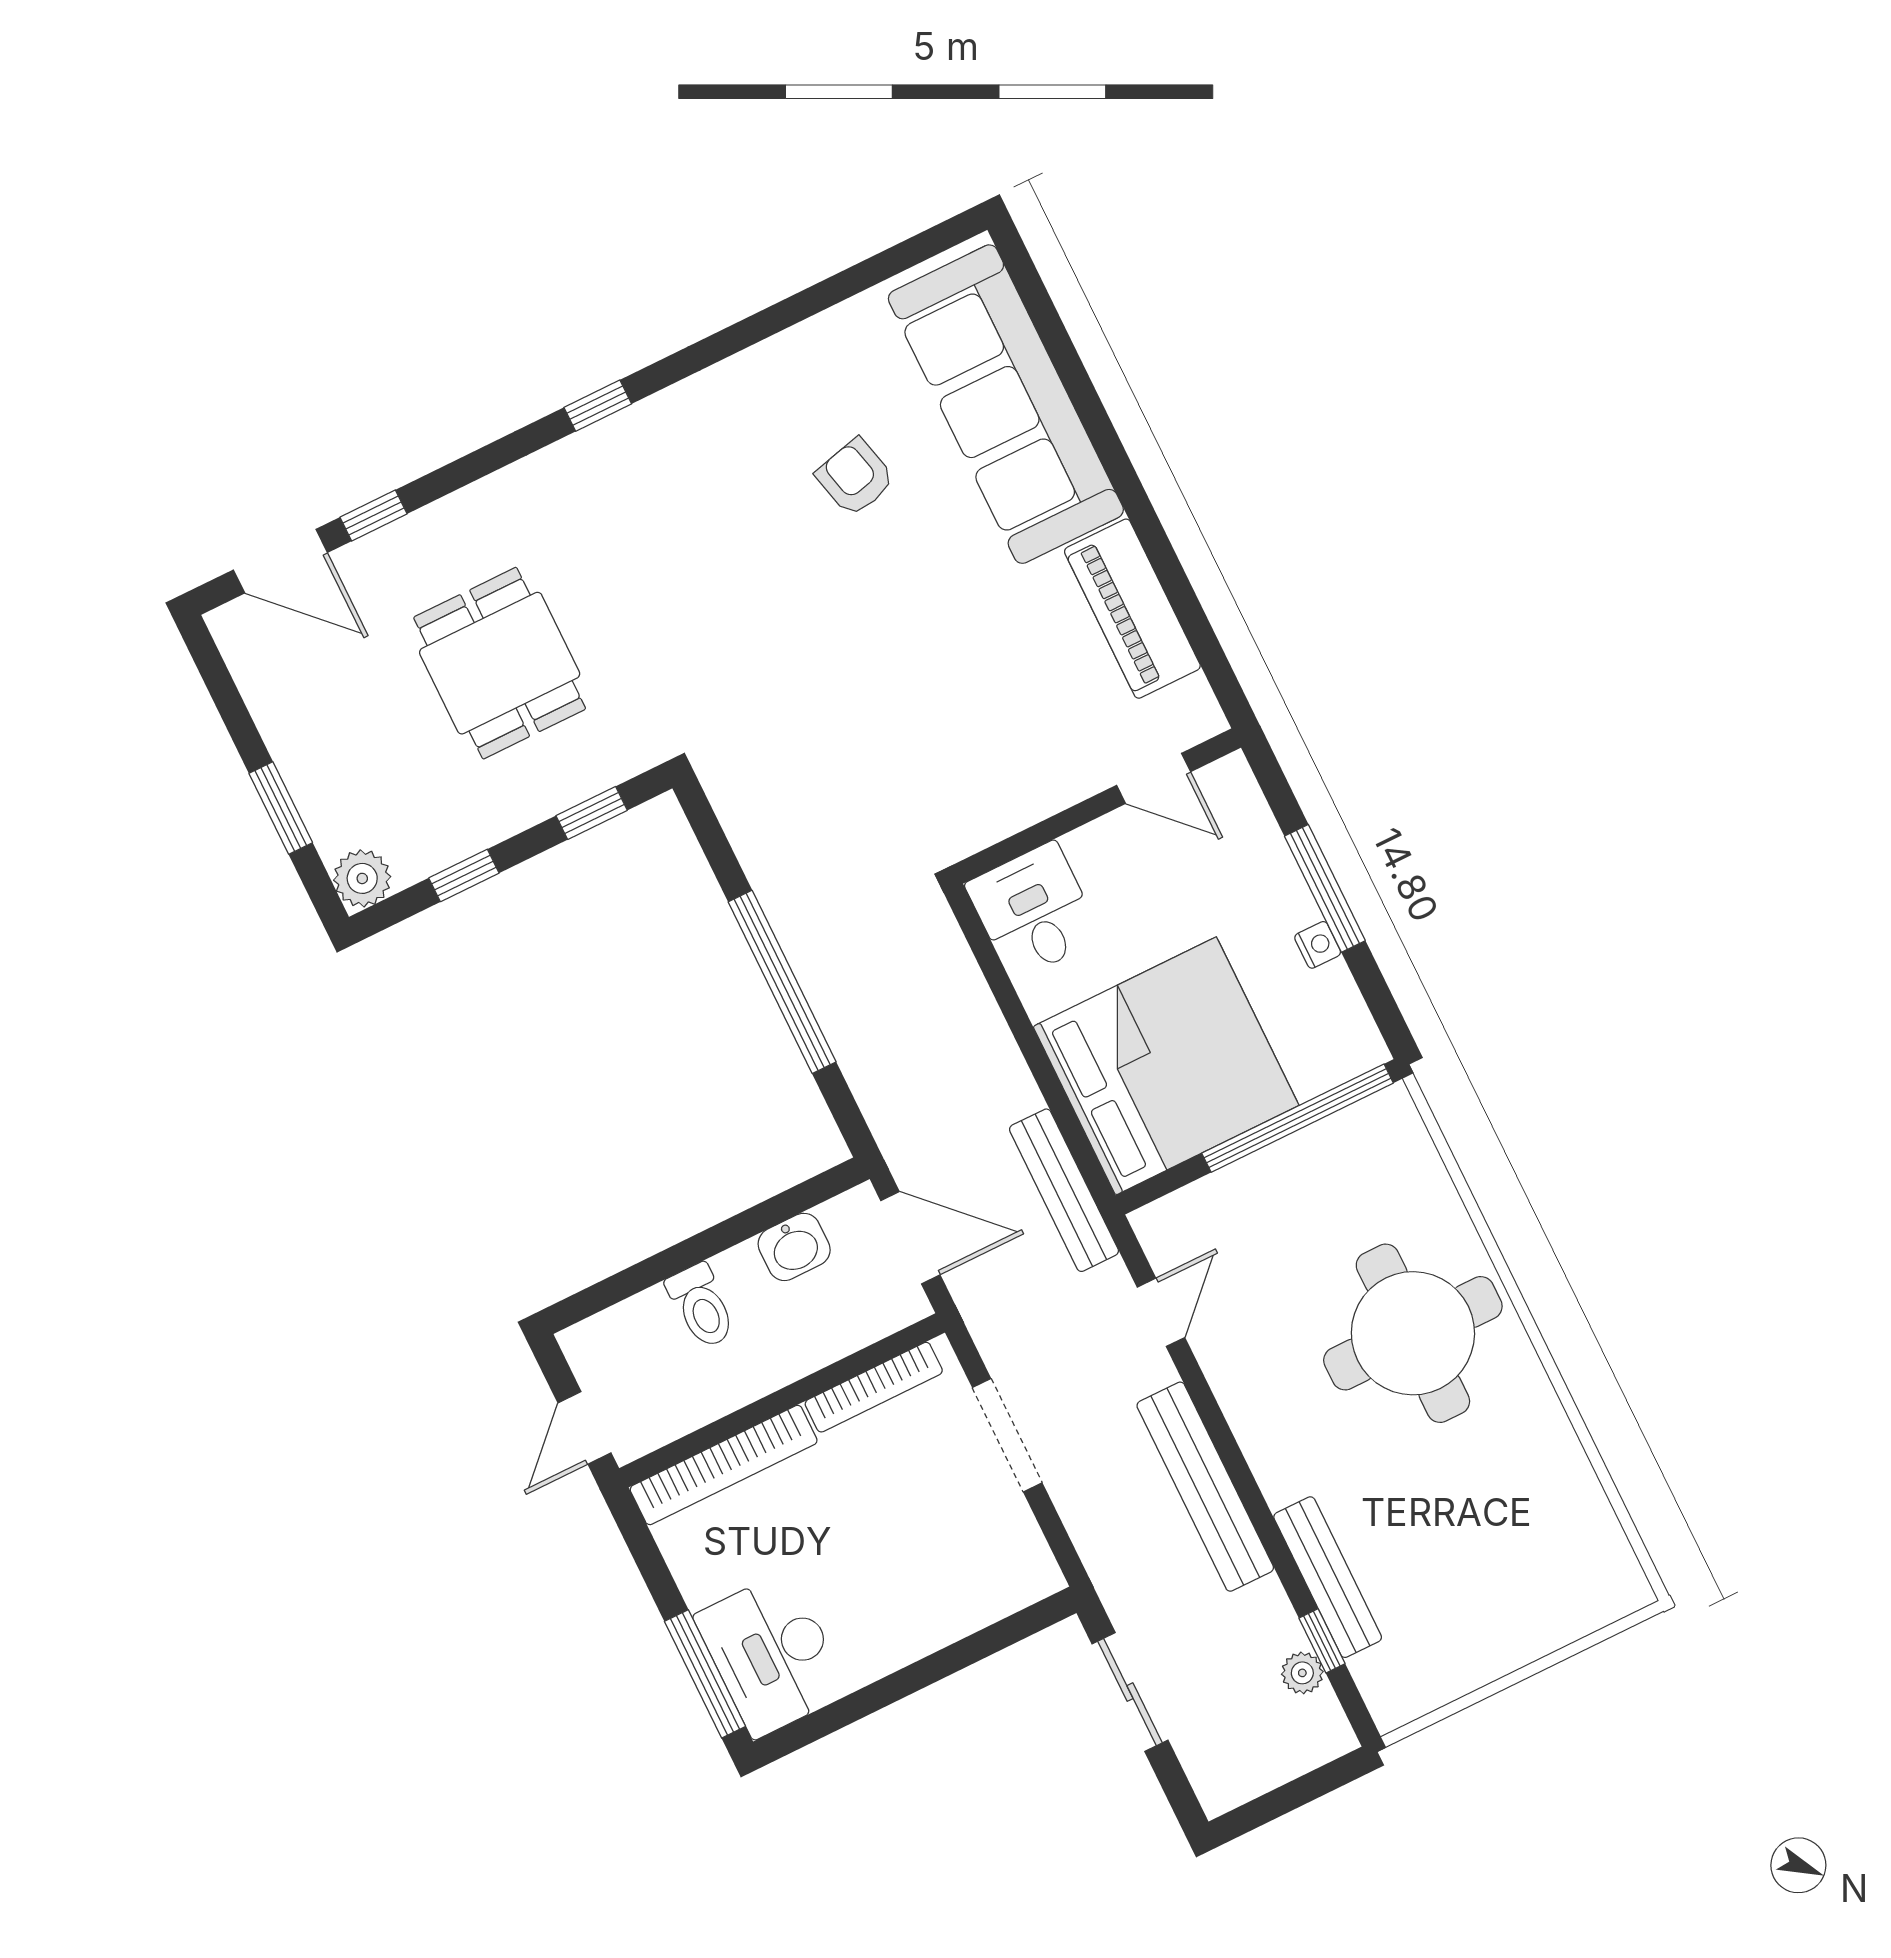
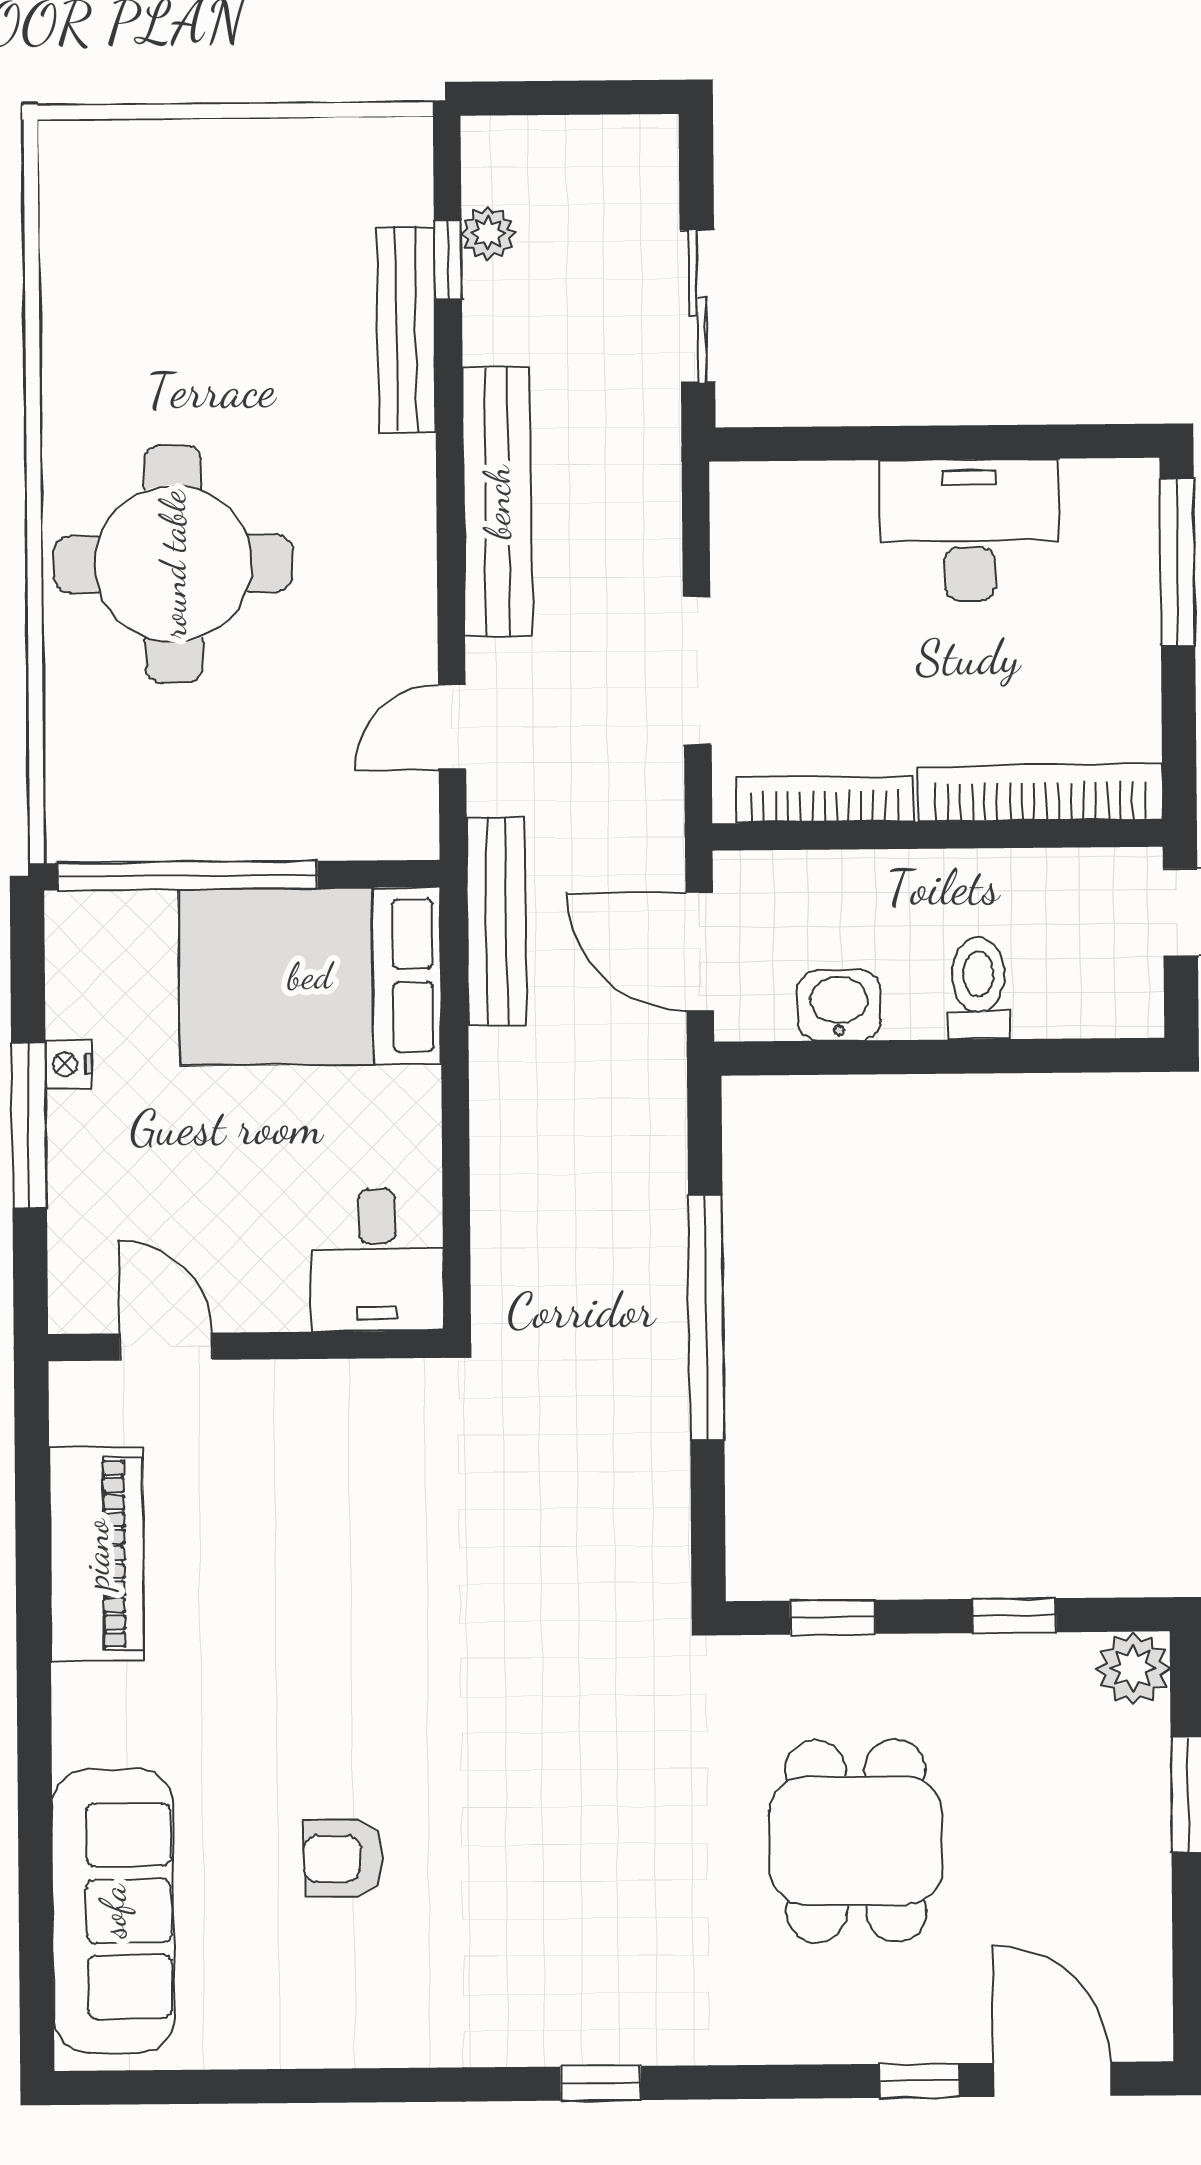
sofa: (1006, 404) -> (113, 1911), width x0.74, depth x0.79
armchair: (855, 477) -> (343, 1859), turned 104
bed: (1166, 1066) -> (310, 976), width x0.73
desk: (772, 1654) -> (969, 530), moved, turned -90

